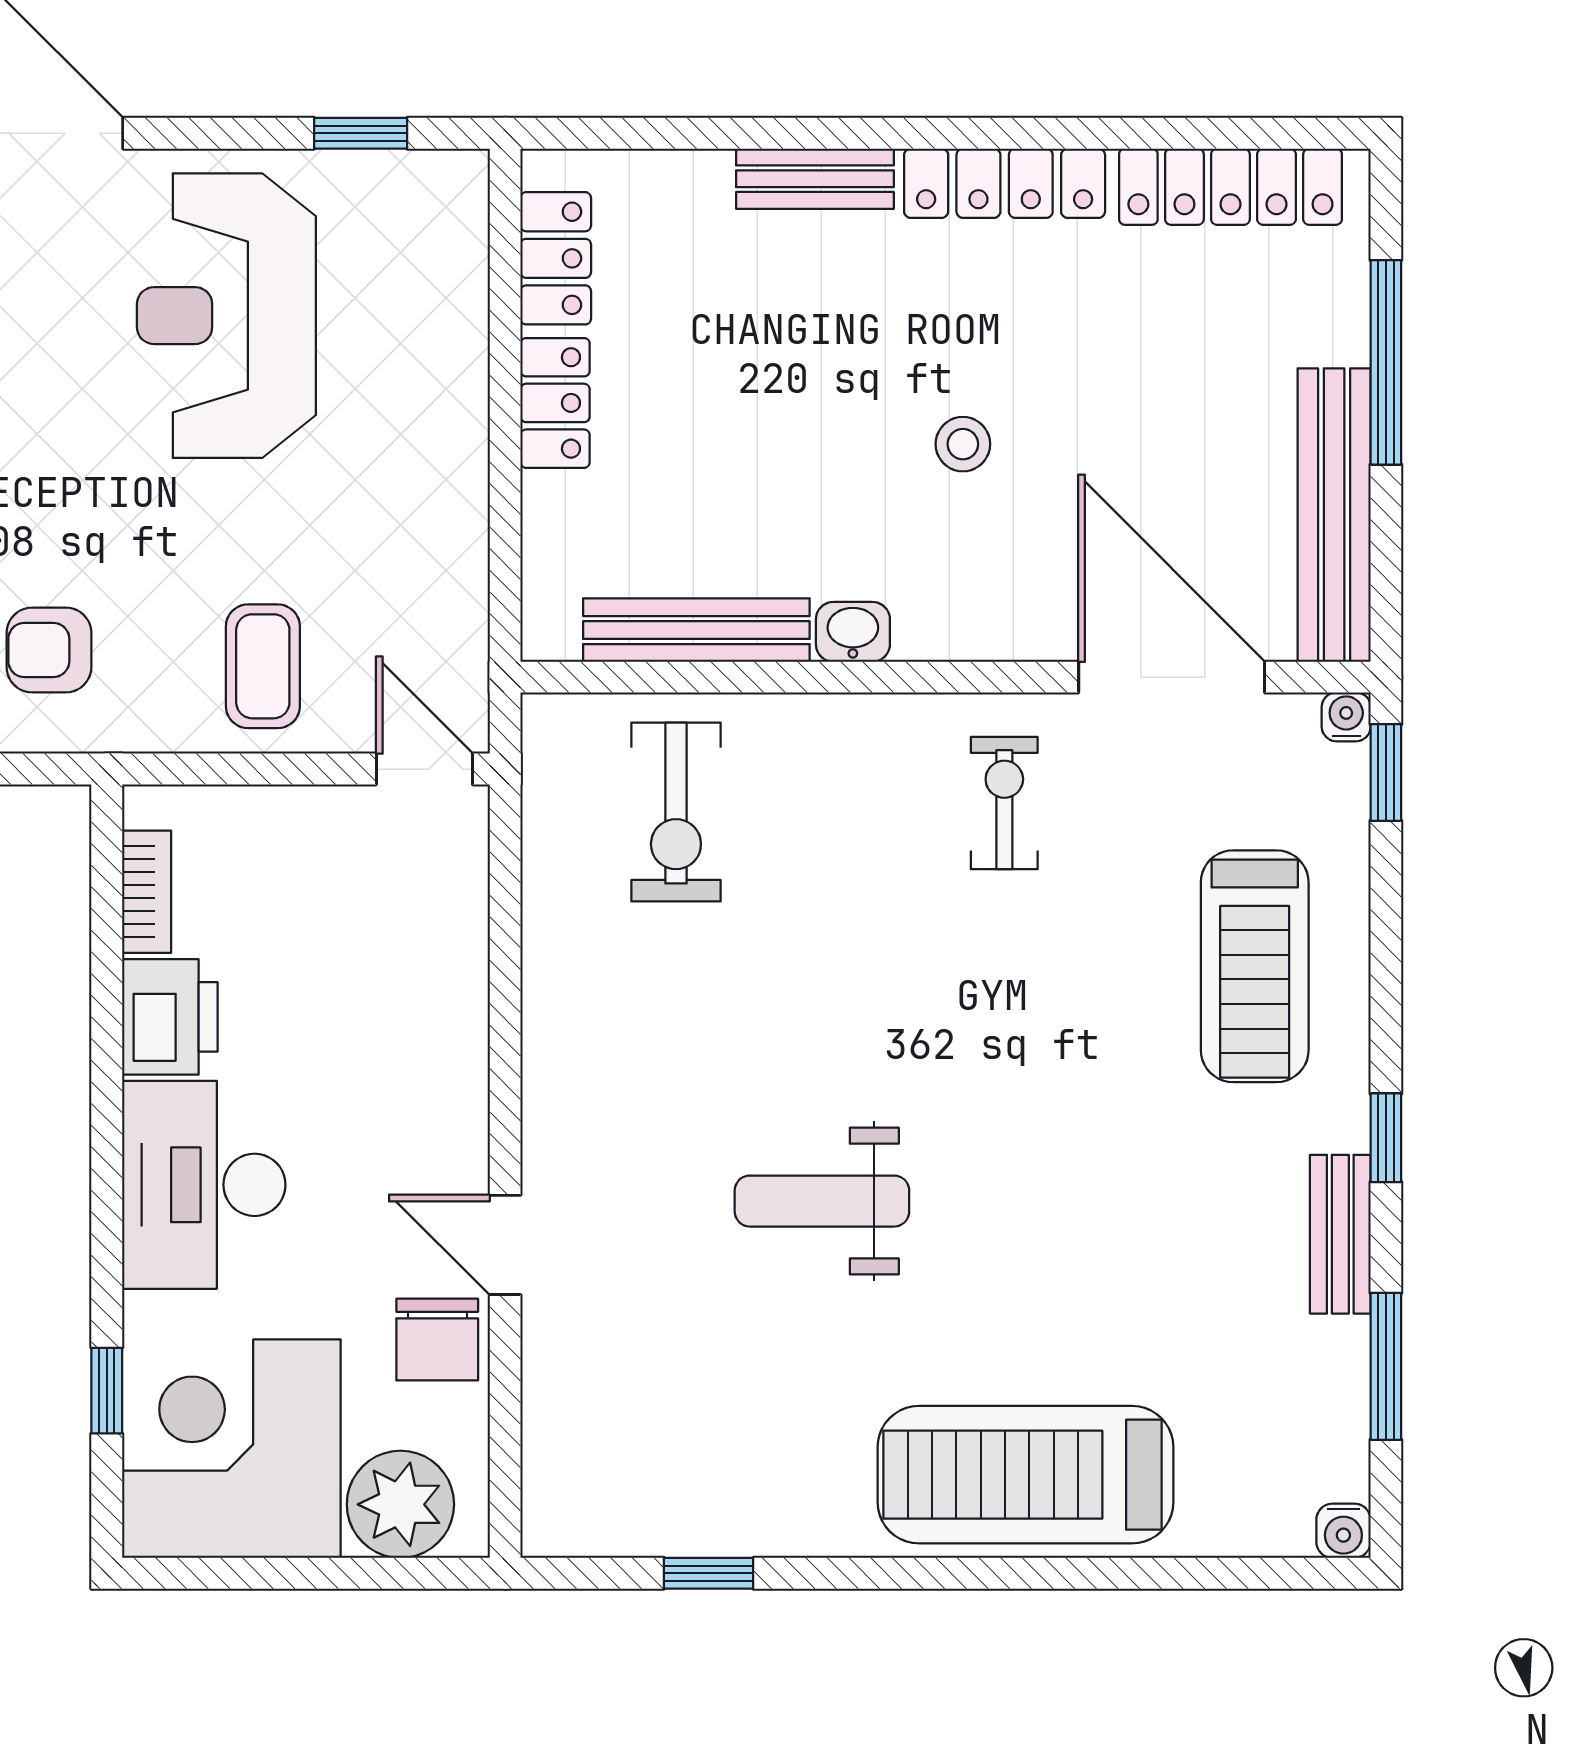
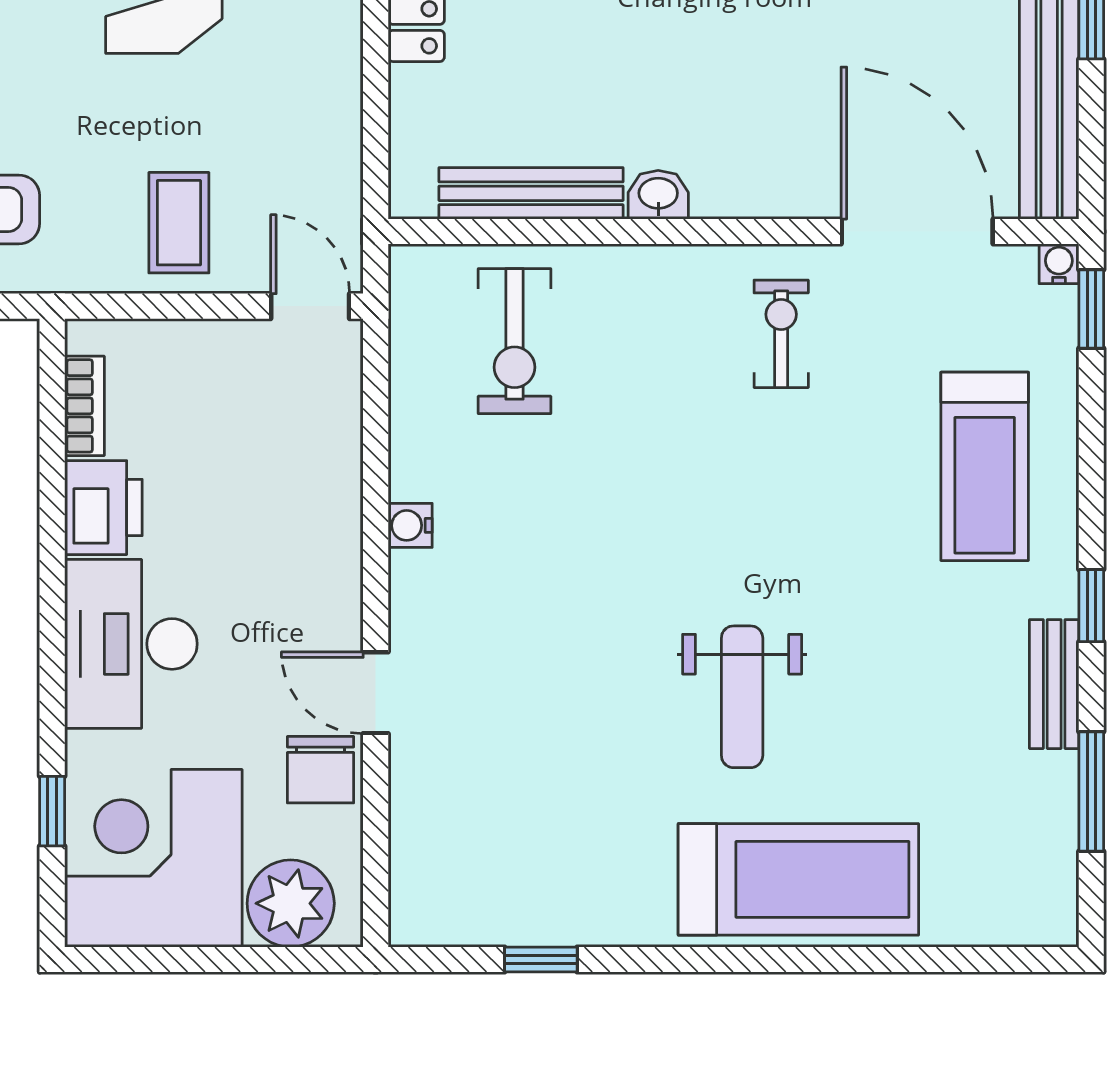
stool: (963, 444) -> (748, 42), removed
weight bench: (822, 1201) -> (742, 697), moved, turned -90
treadmill: (1025, 1475) -> (798, 879), turned 180
water cooler: (1343, 1531) -> (410, 525), moved, turned 90

